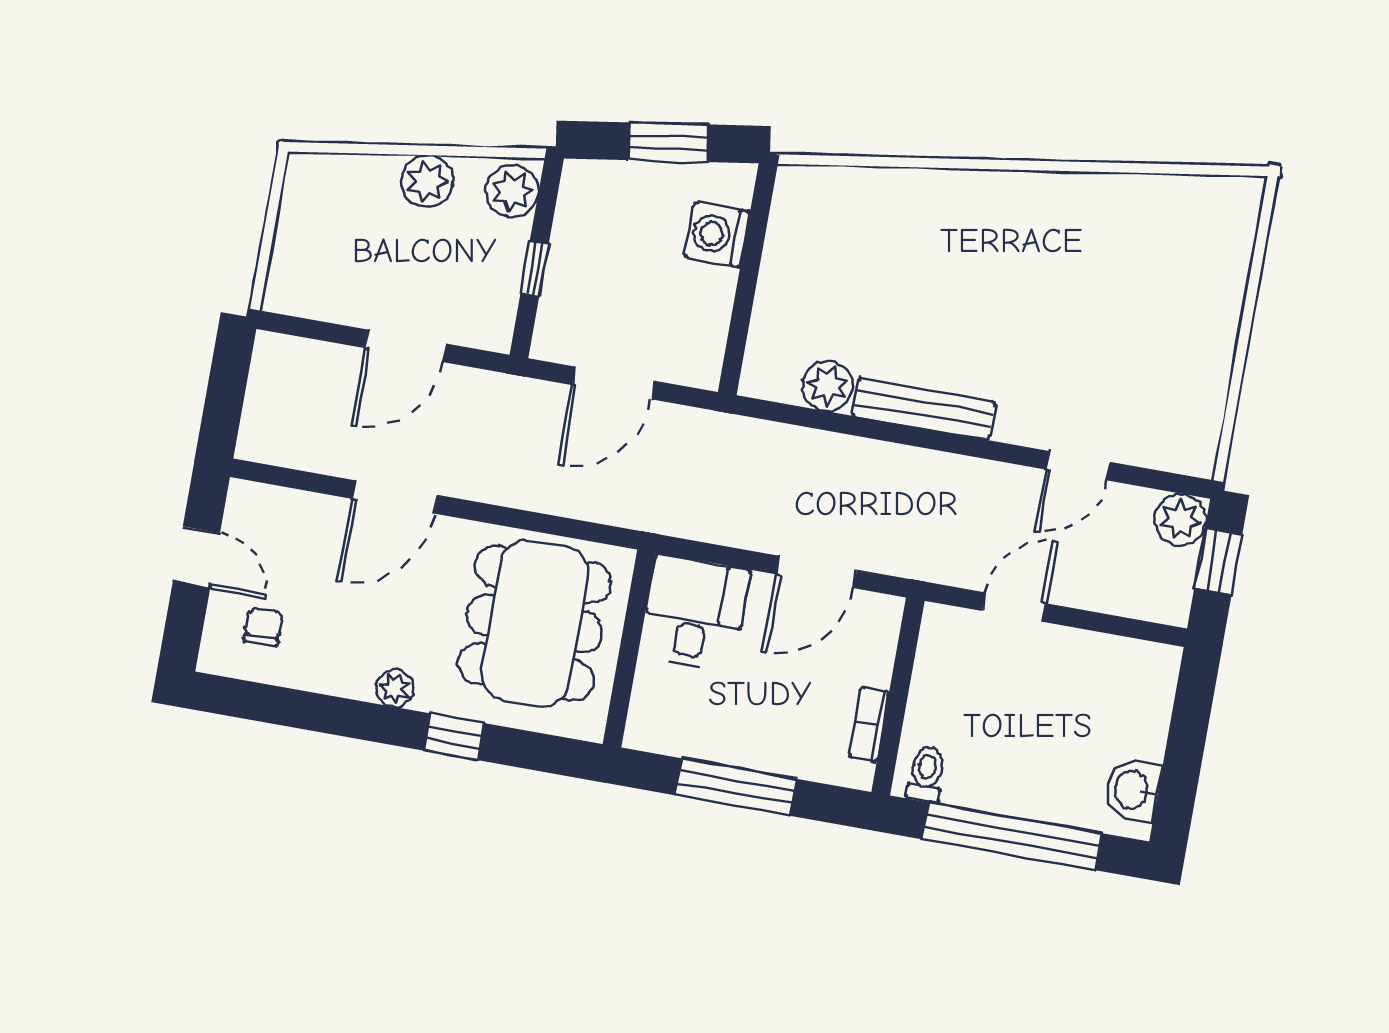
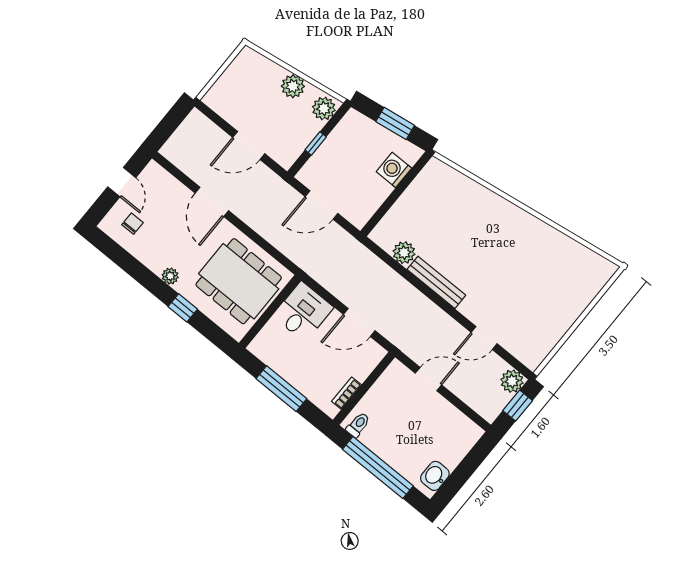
door: (395, 497) -> (212, 202), hinge flipped
dining table: (535, 623) -> (239, 281), turned 90

